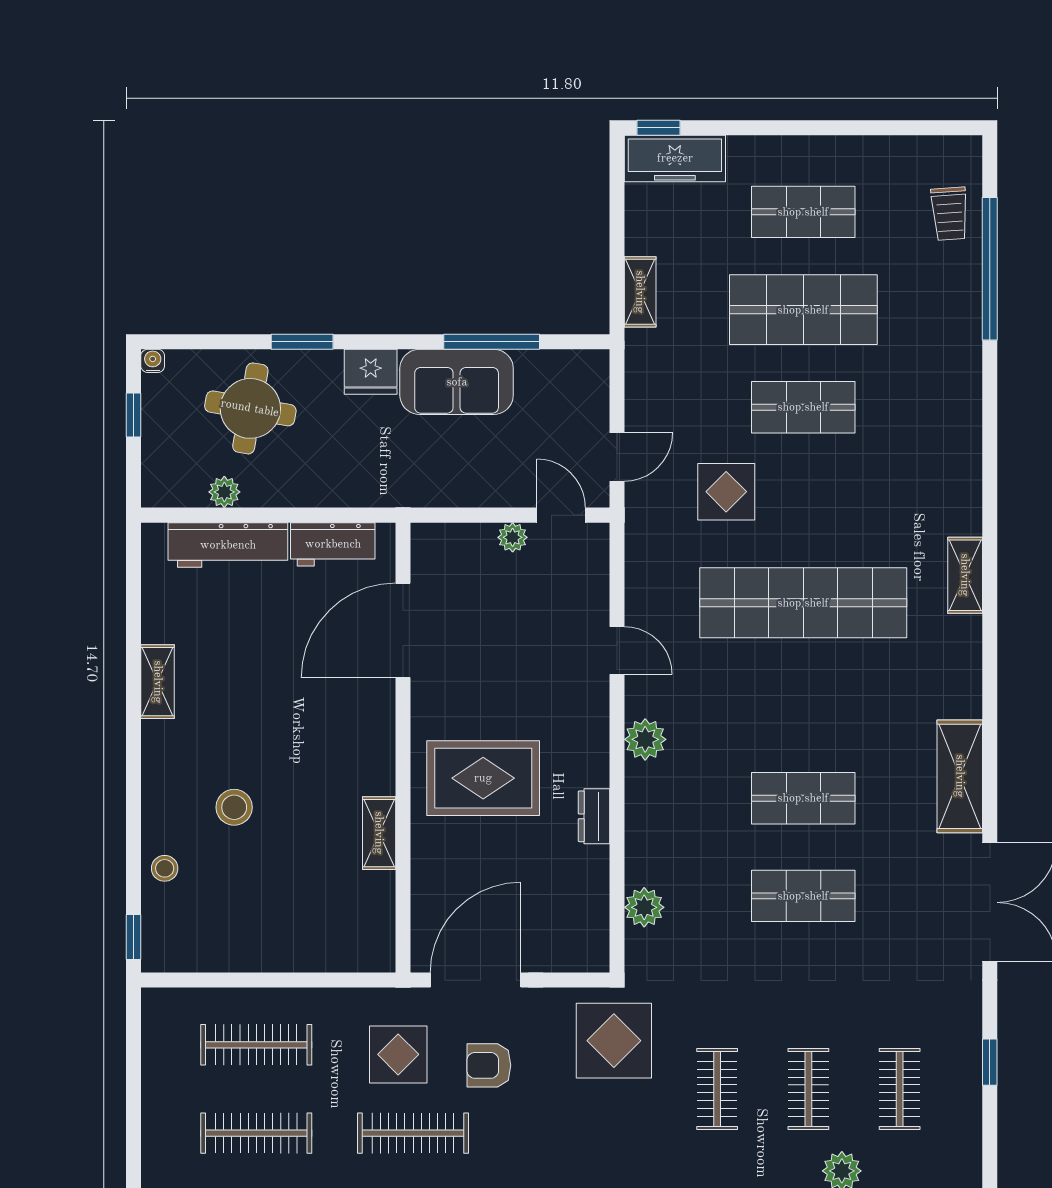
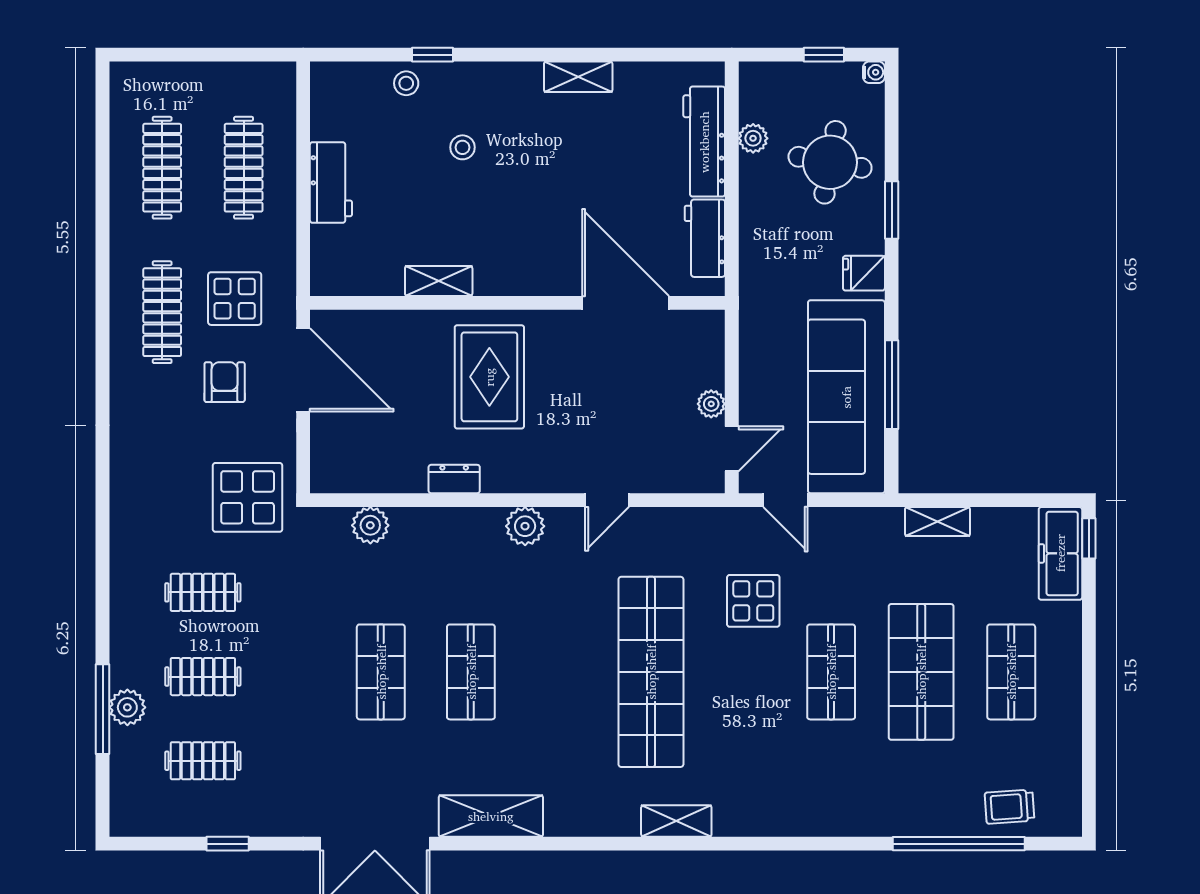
fridge: (371, 372) -> (864, 273), width x0.72
sofa: (457, 382) -> (846, 397), width x1.85, depth x1.27
stool: (234, 807) -> (462, 147), width x0.73, depth x0.73
window: (134, 937) -> (433, 55), moved
workbench: (272, 950) -> (331, 182), added

